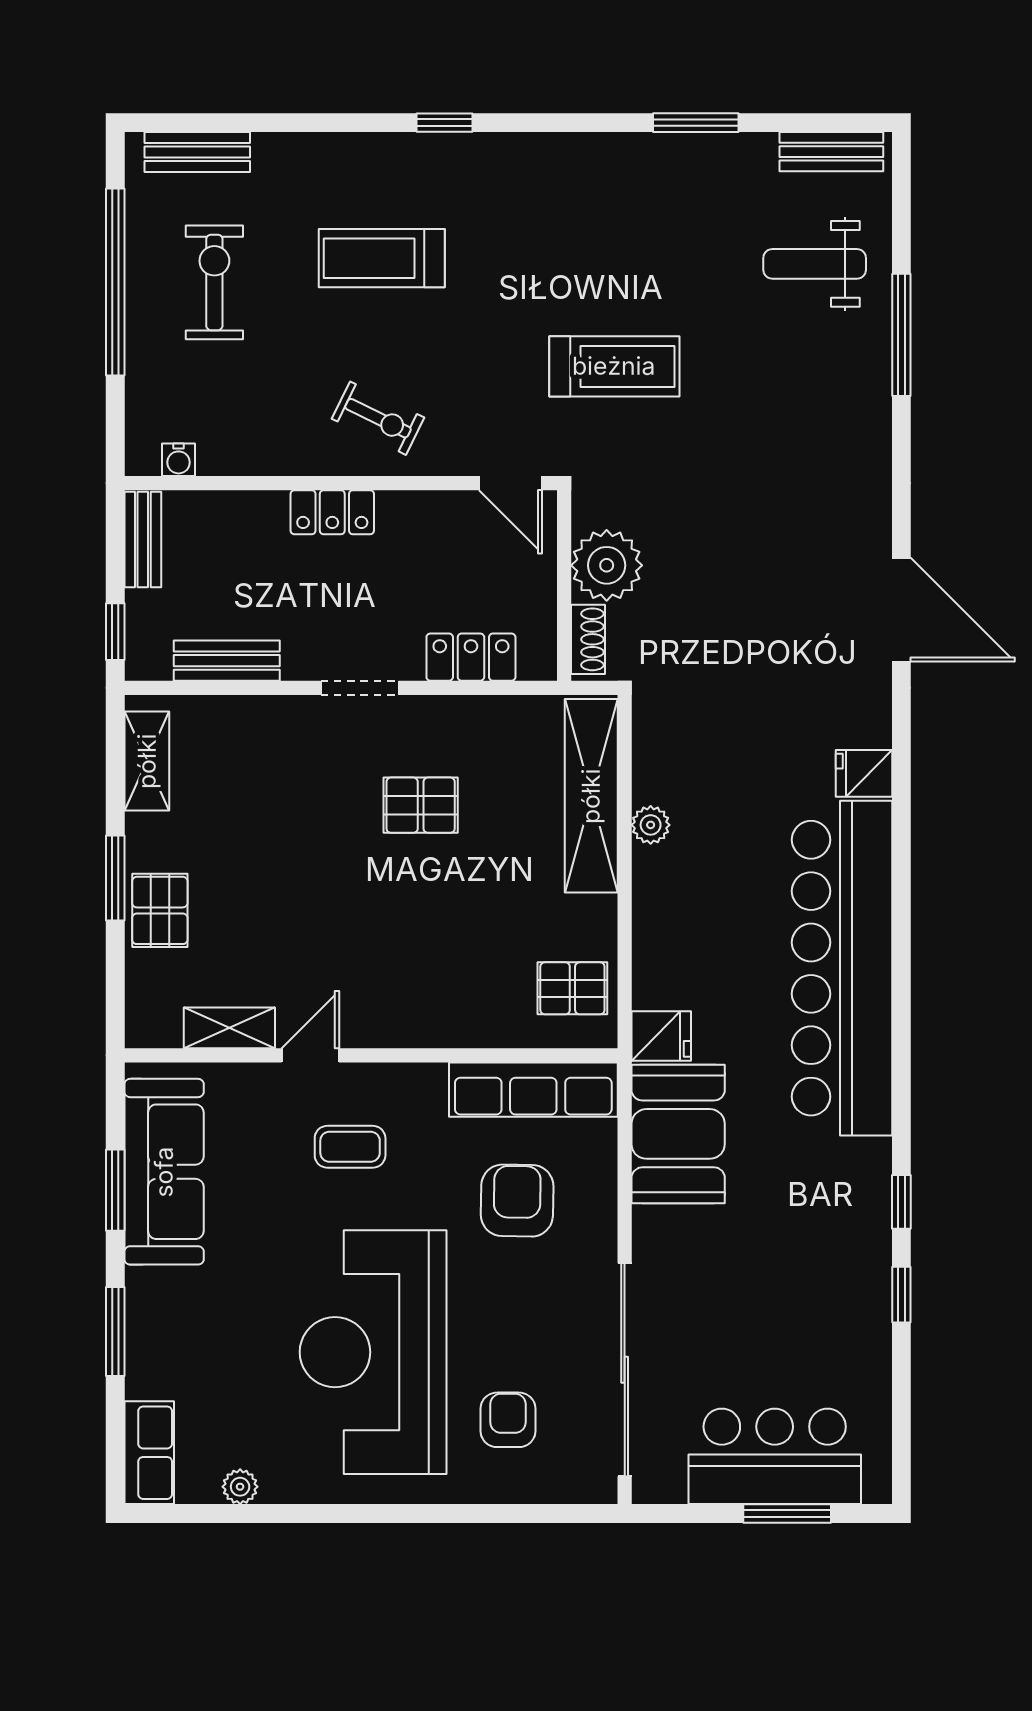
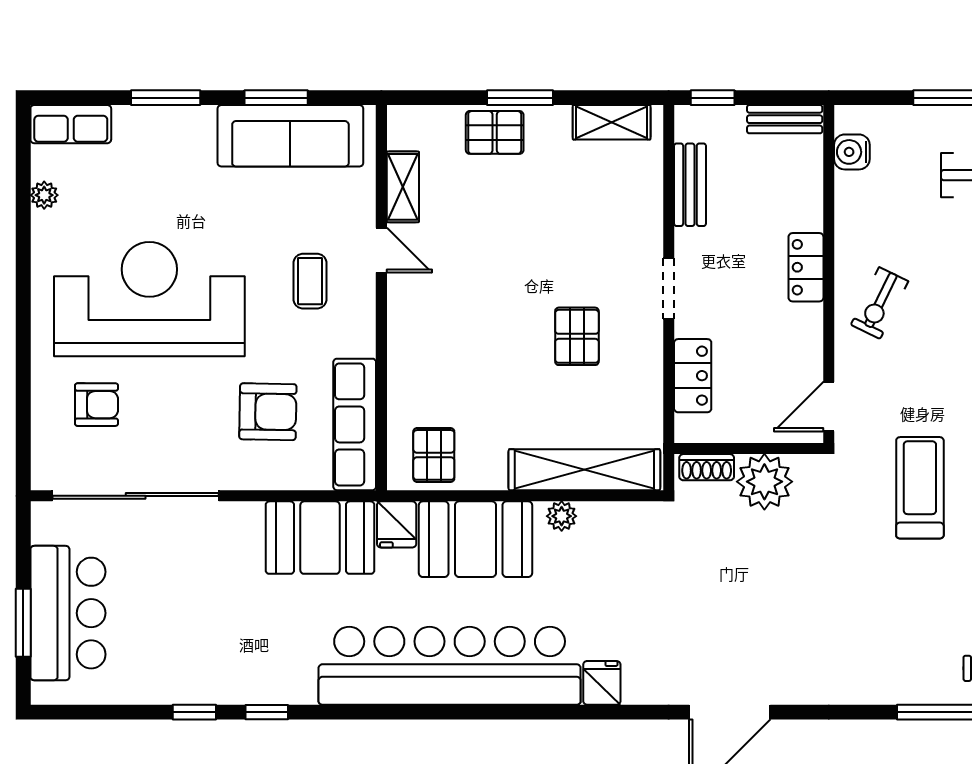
treadmill: (614, 366) -> (920, 488), turned 180
water cooler: (179, 460) -> (852, 152), width x1.38, depth x1.38
booth: (680, 935) -> (475, 539), added

